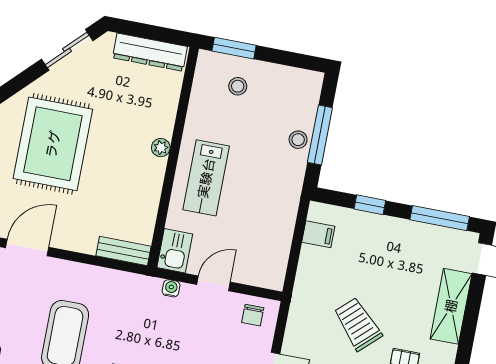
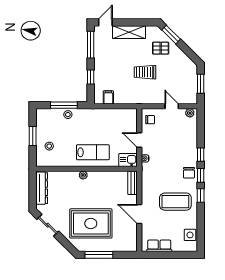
window: (234, 48) -> (33, 136), moved
door: (27, 247) -> (139, 214), moved
trolley: (358, 324) -> (145, 72), turned 43

